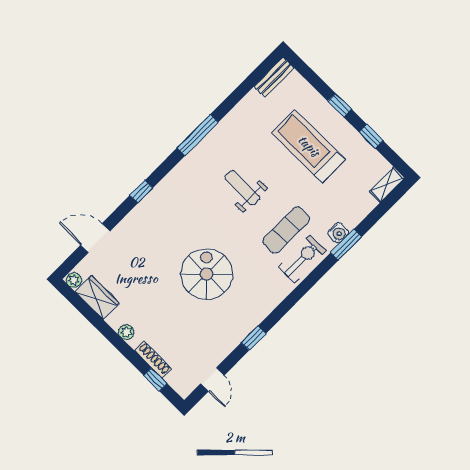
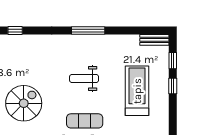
window: (371, 136) -> (173, 61), moved
weight bench: (242, 188) -> (84, 79), turned -90
window: (141, 192) -> (15, 30), moved

